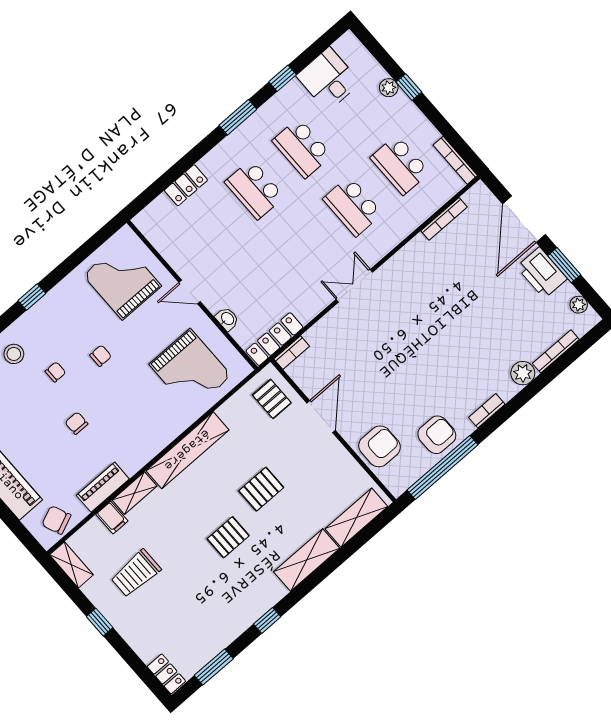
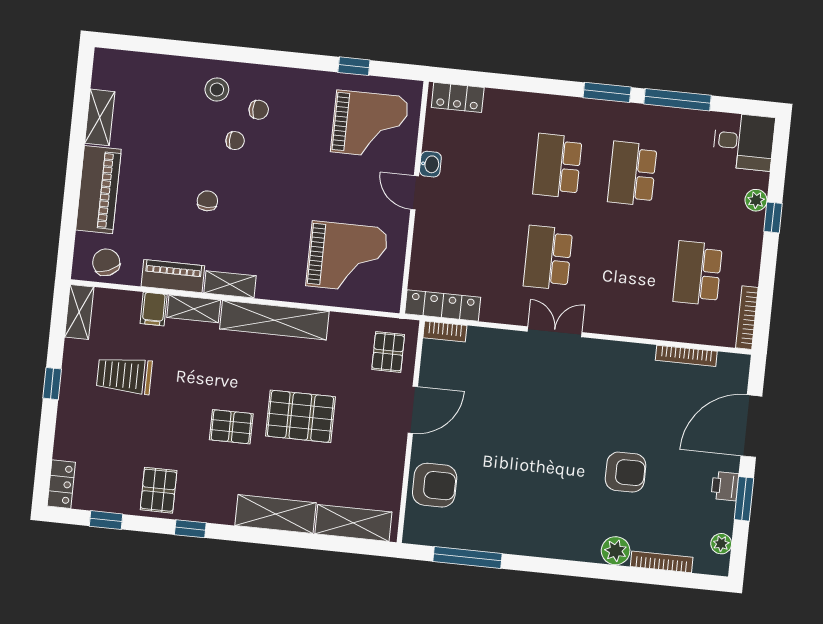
window: (283, 78) -> (678, 100), width x2.17
desk: (328, 79) -> (744, 142), moved, turned 90
locker: (186, 185) -> (458, 97), moved
school desk: (353, 206) -> (548, 258), moved
printer: (542, 273) -> (725, 486), width x0.53, depth x0.68
grand piano: (122, 281) -> (370, 124), turned 90
window: (32, 297) -> (354, 66), moved
washbasin: (227, 319) -> (430, 164), moved
chair: (101, 356) -> (259, 110), moved
grand piano: (190, 370) -> (347, 257), turned -90
bookcase: (487, 411) -> (553, 550), removed
armchair: (437, 435) -> (626, 472), moved
shelving: (140, 457) -> (230, 284), added
window: (443, 467) -> (468, 557), width x0.68
pallet: (261, 489) -> (300, 416), width x1.50, depth x1.42
pallet: (225, 618) -> (159, 490), added
window: (214, 667) -> (106, 520), width x0.67

